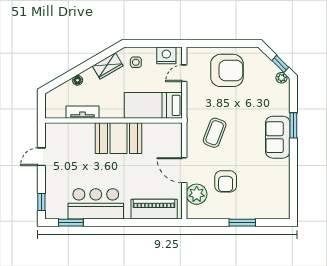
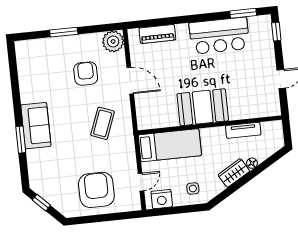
wardrobe: (108, 66) -> (234, 173), moved
armchair: (227, 70) -> (96, 190), turned 90
plant: (281, 78) -> (39, 188), removed
plant: (197, 194) -> (113, 41), moved
piano: (154, 209) -> (157, 34), width x0.73, depth x0.75

